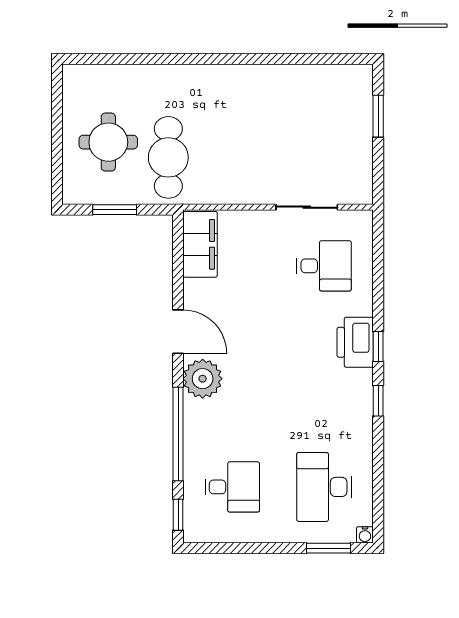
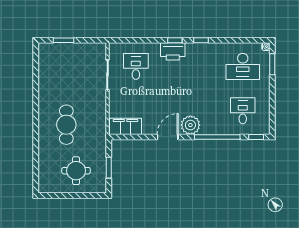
cafe table: (168, 157) -> (66, 125), moved, turned 90

